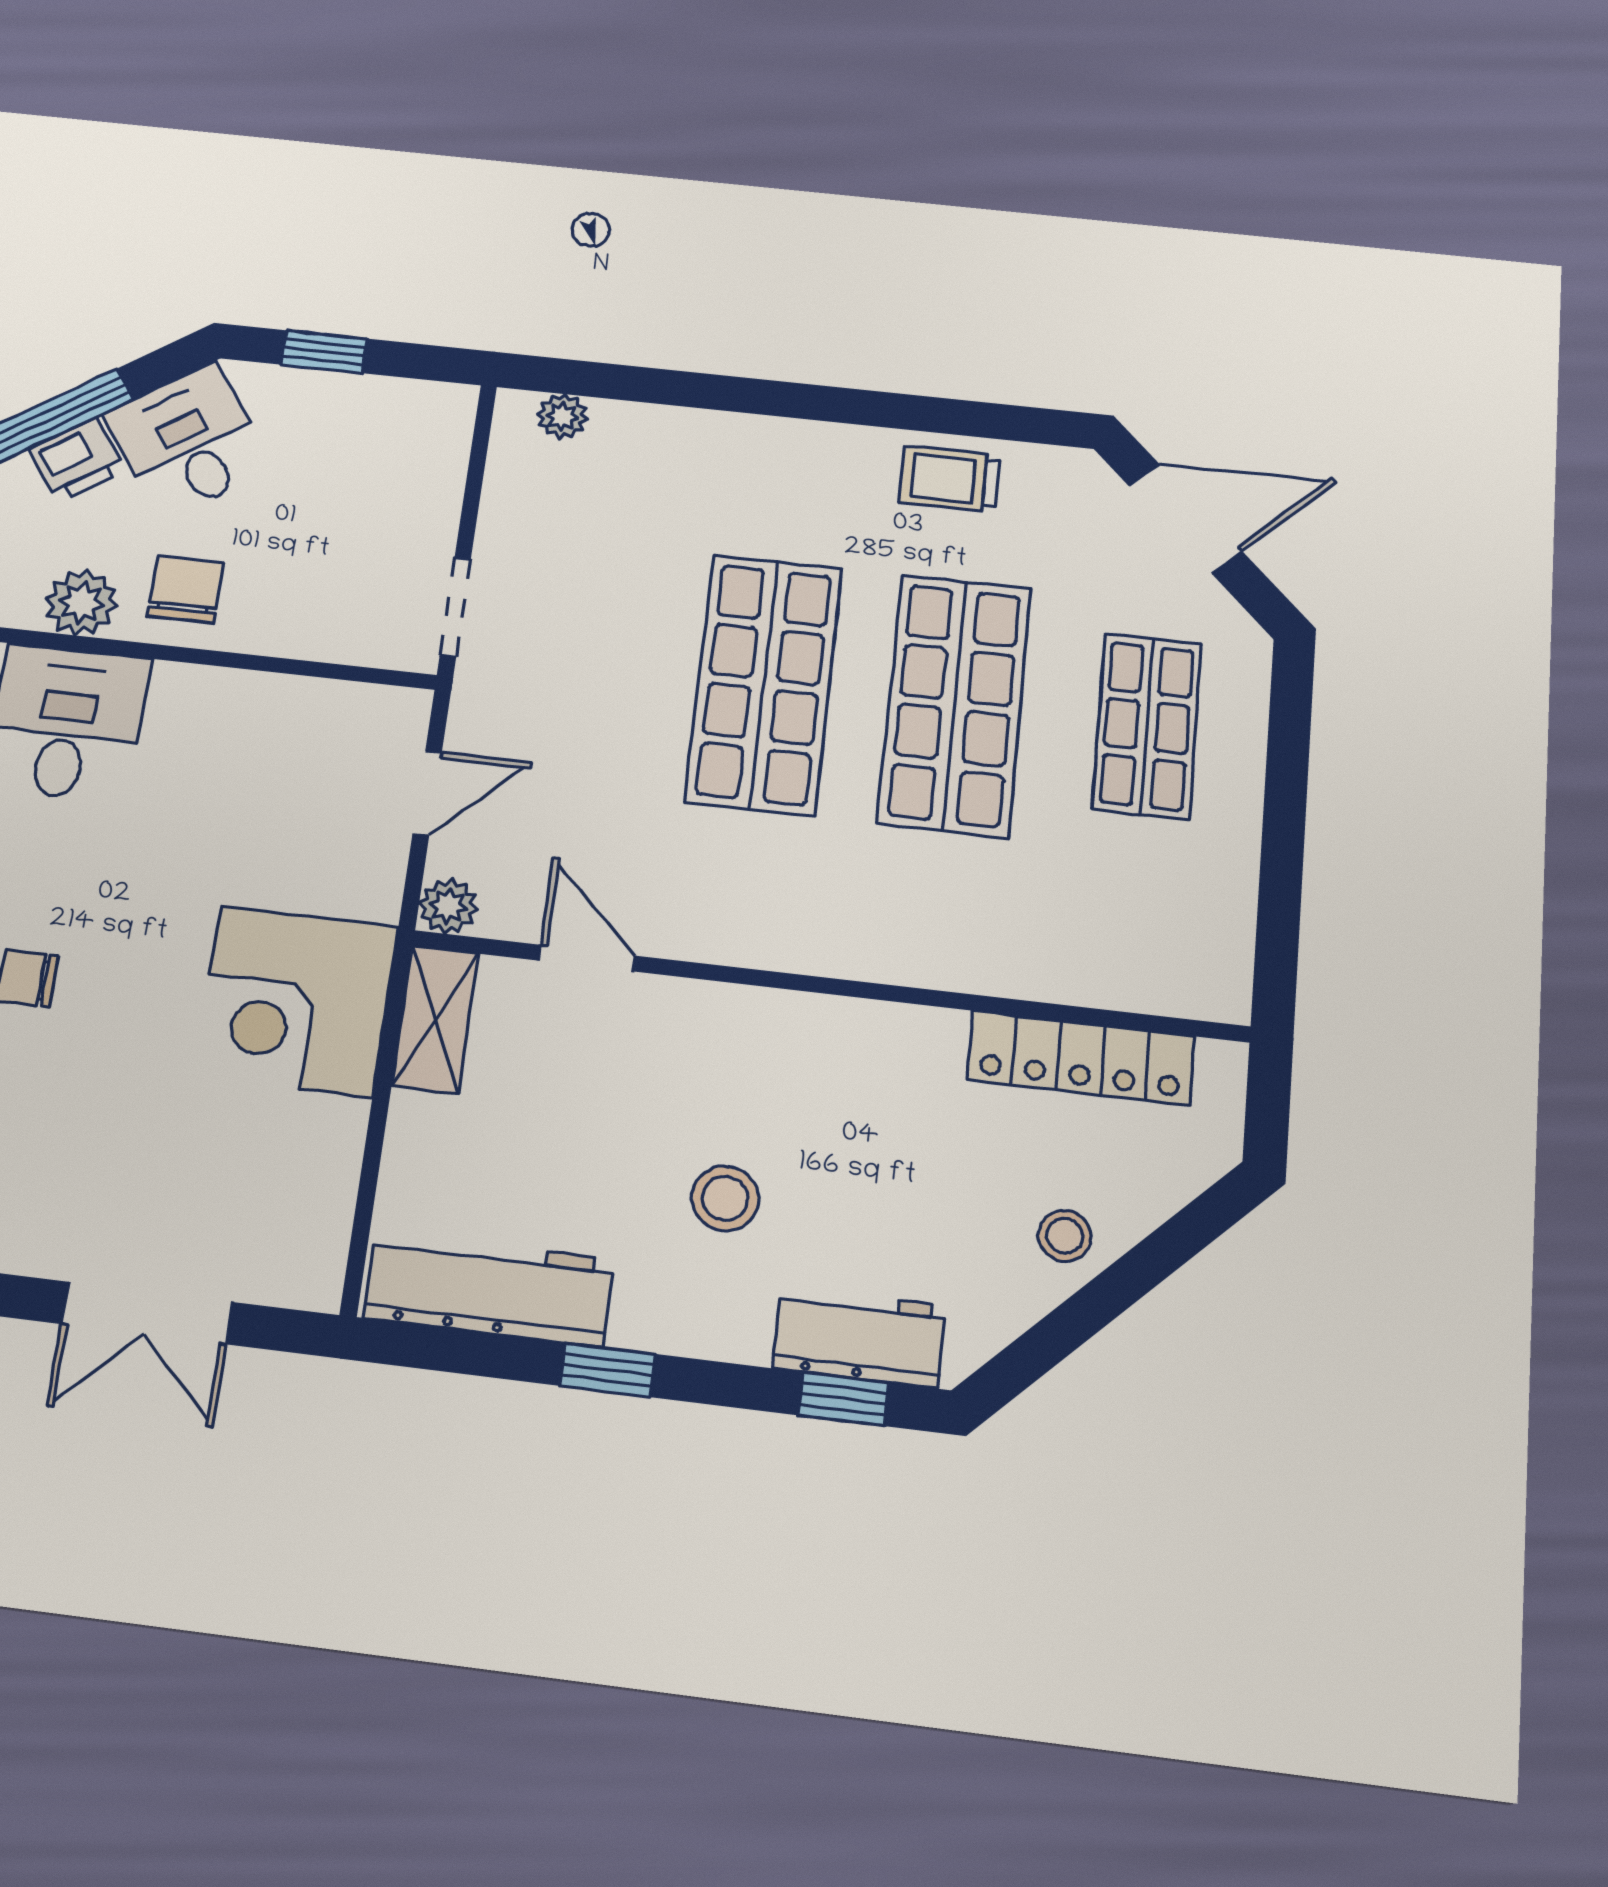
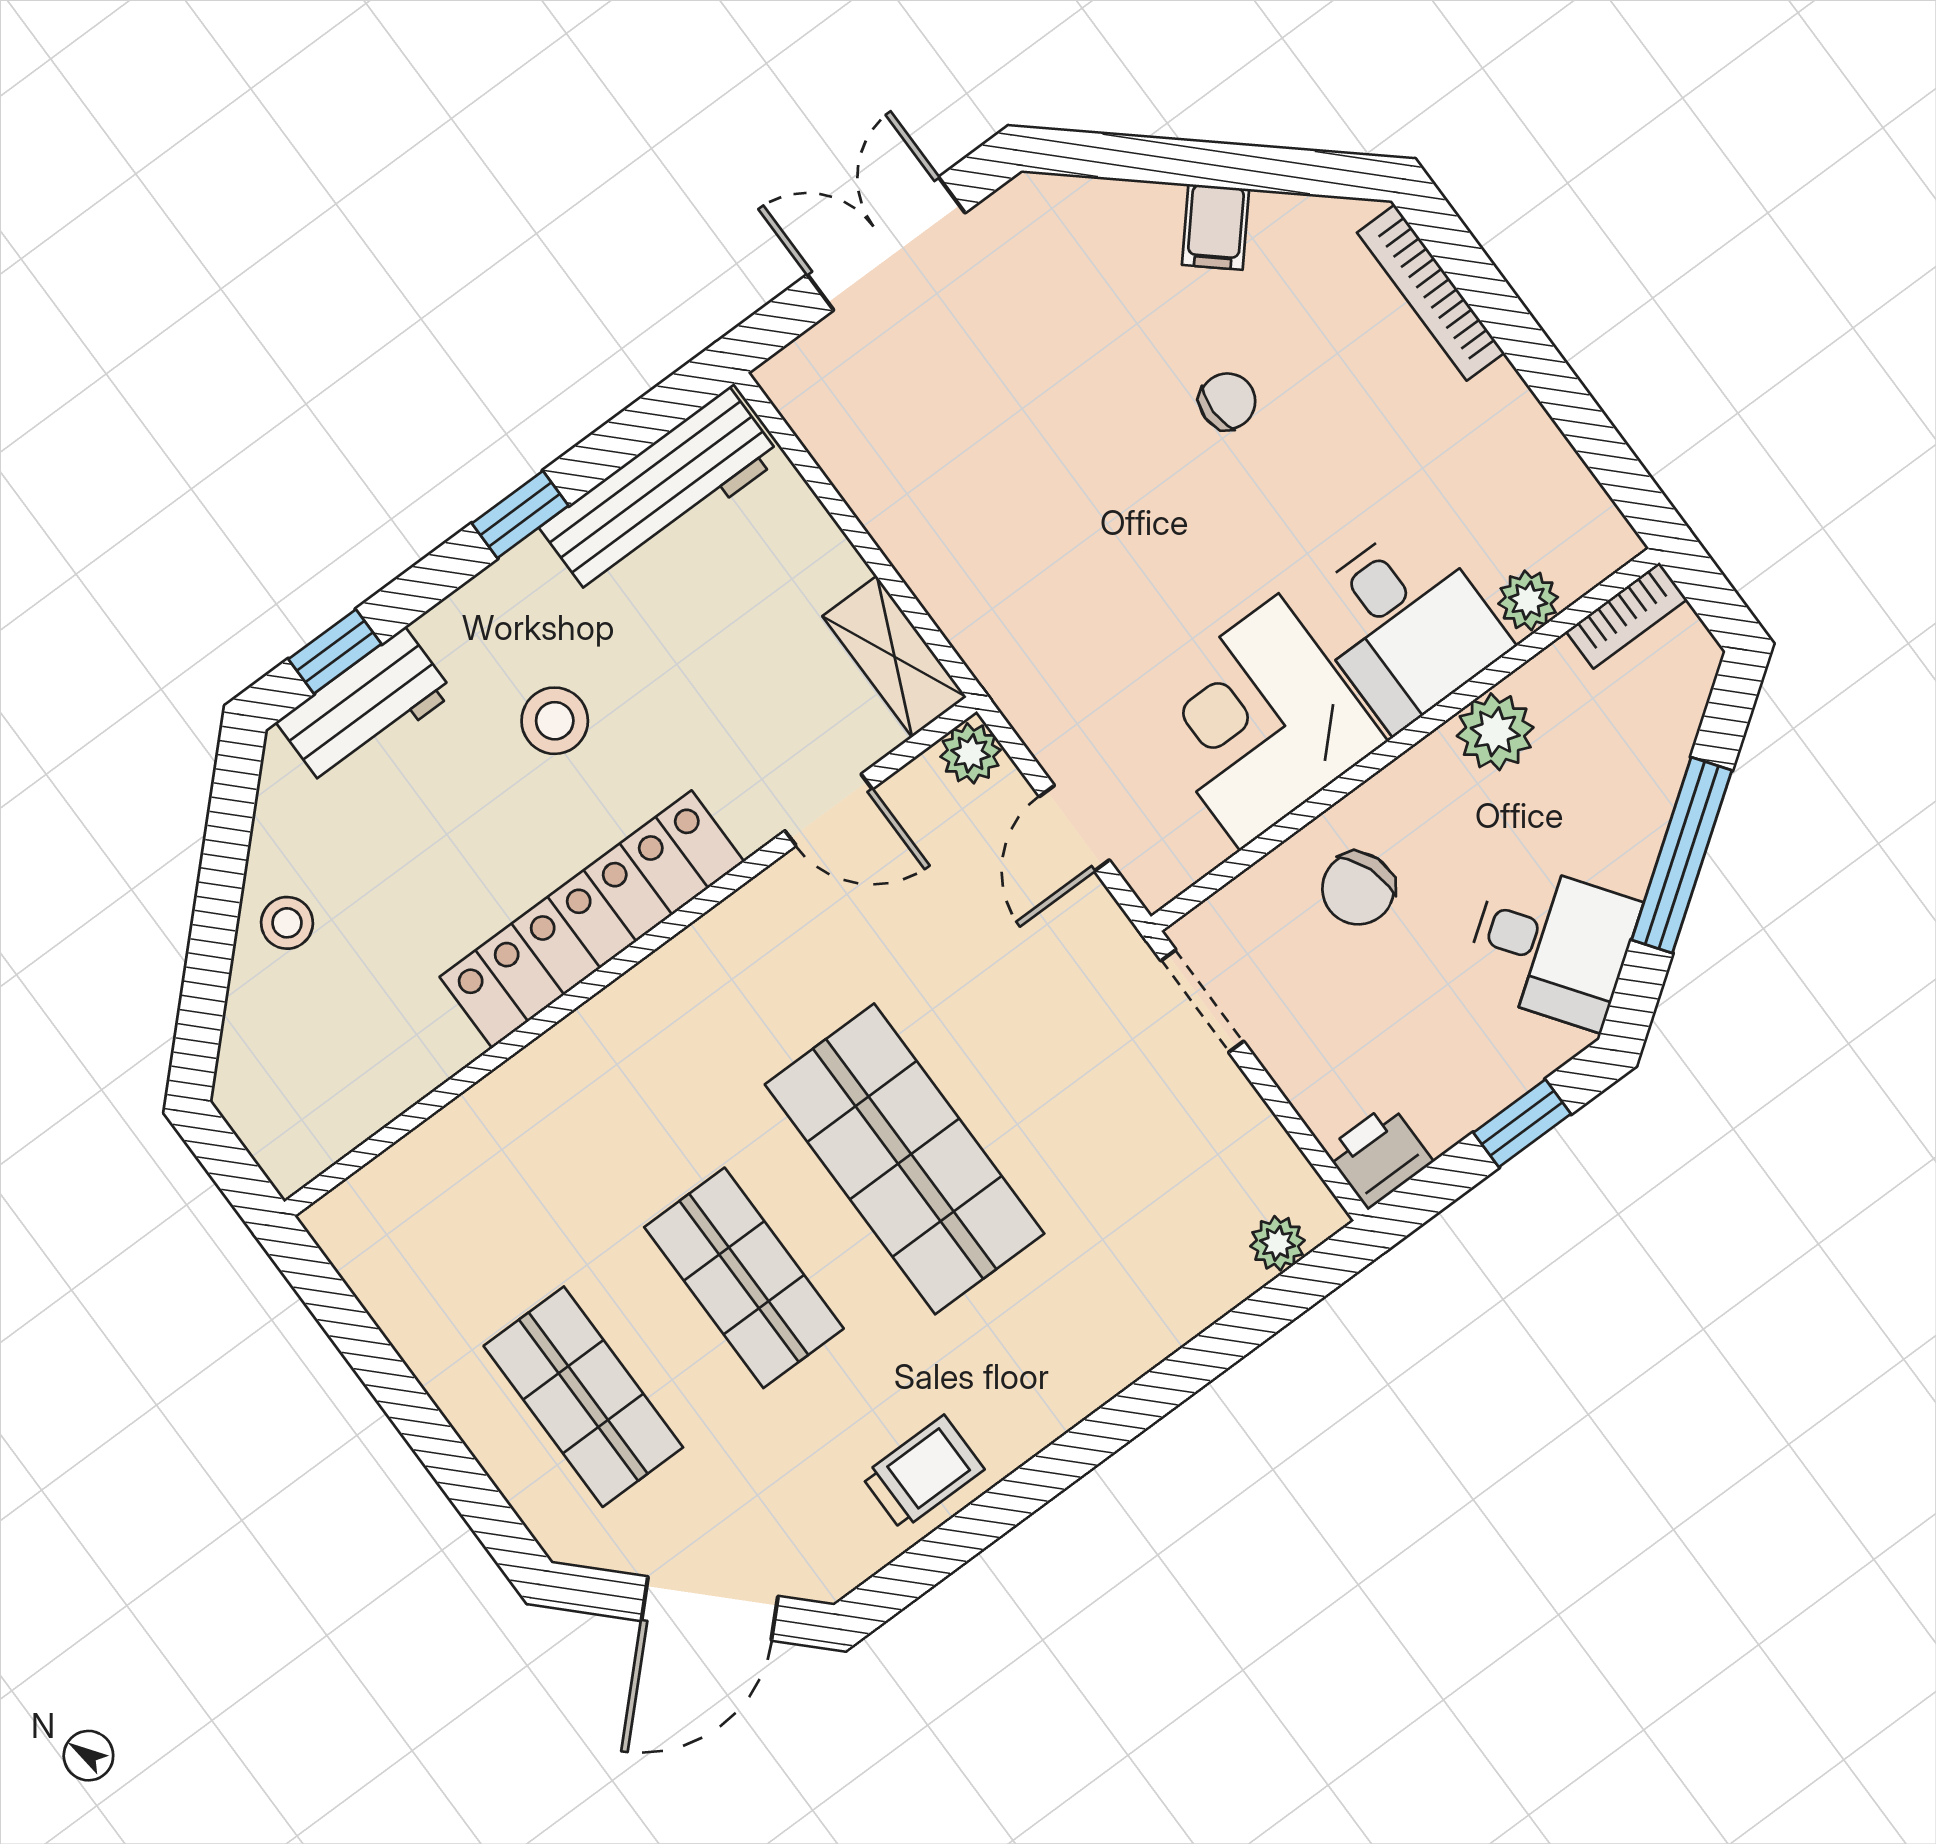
printer: (77, 460) -> (1379, 1156), moved, turned 35
chair: (186, 590) -> (1358, 889), moved, turned 70
shop shelf: (955, 705) -> (744, 1278), width x0.70, depth x0.74
corner desk: (296, 1001) -> (1259, 722), moved, turned -90
locker: (1081, 1058) -> (592, 919), moved, width x1.41, depth x1.21

